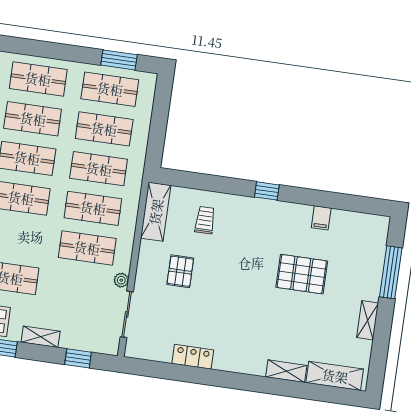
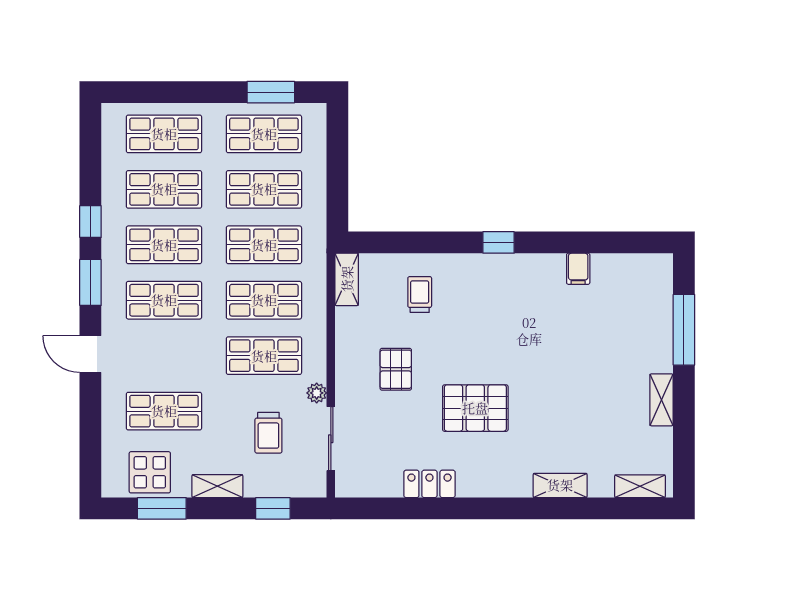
shelving: (156, 212) -> (347, 279), width x0.67, depth x0.75
pallet: (302, 274) -> (475, 408), moved
trolley: (83, 304) -> (268, 433), added
shelving: (335, 376) -> (640, 486), width x0.67, depth x0.75

